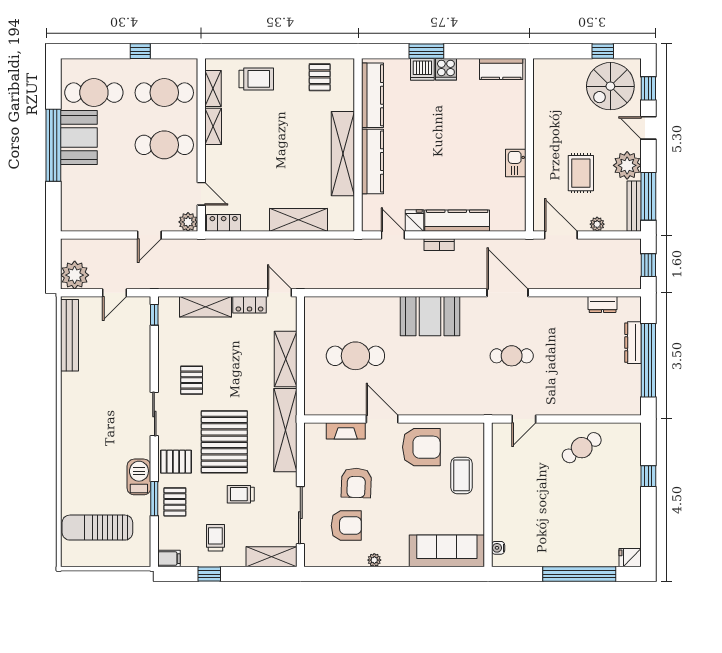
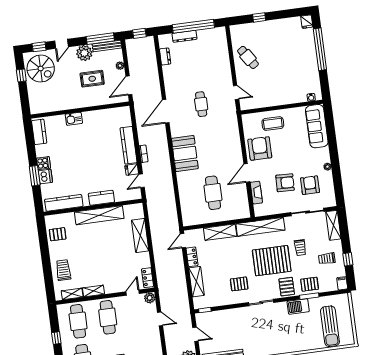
kitchen counter: (372, 162) -> (101, 198), width x0.67
kitchen sink: (516, 163) -> (74, 119), moved

